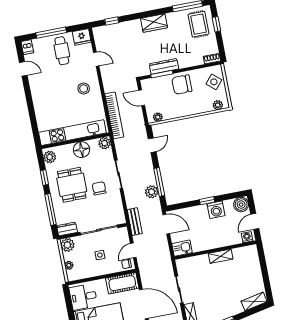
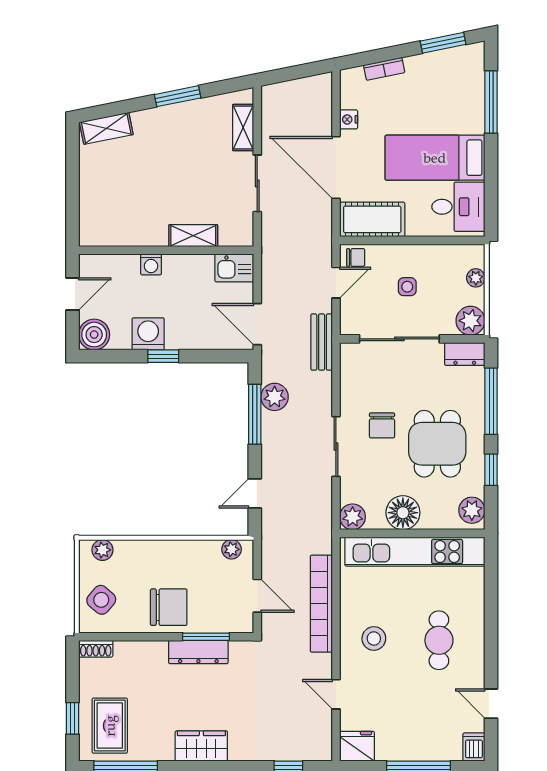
cafe table: (62, 51) -> (439, 640), moved
bookcase: (114, 115) -> (321, 604), moved
washing machine: (247, 237) -> (151, 264), moved
shelving: (221, 256) -> (193, 236), moved

